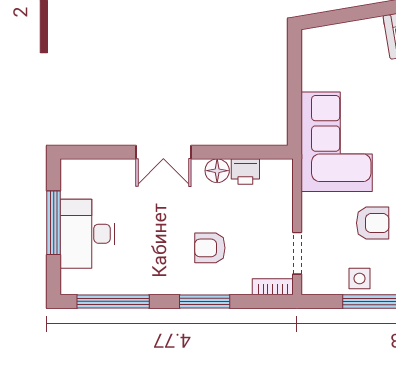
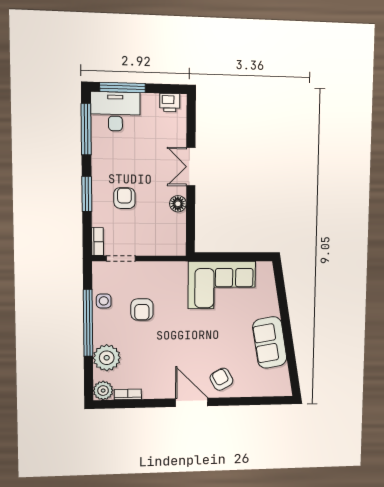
corner sofa: (337, 142) -> (222, 285), moved
printer: (245, 171) -> (170, 103), moved, turned -90
window: (54, 223) -> (122, 87), moved
desk: (87, 234) -> (115, 111), moved

